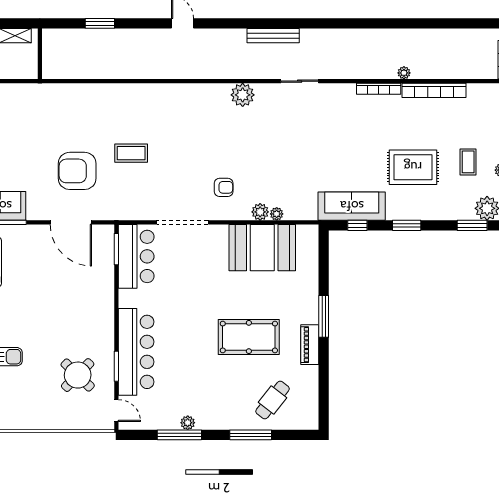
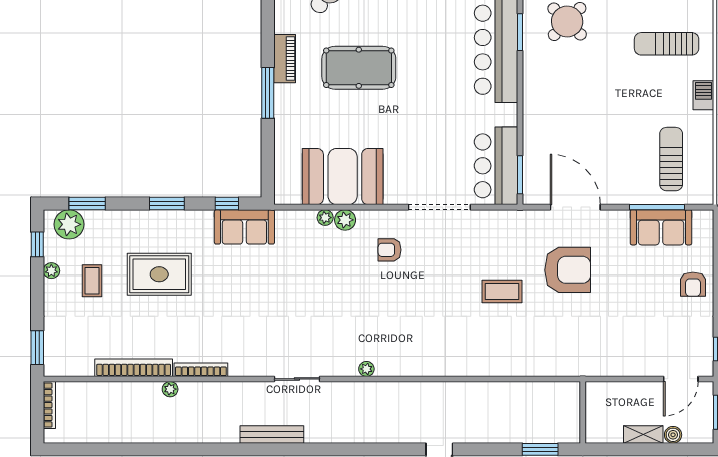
bench: (273, 36) -> (272, 434), moved
wall: (40, 54) -> (583, 412), moved
plant: (243, 95) -> (366, 369), width x0.53, depth x0.53
sofa: (352, 206) -> (244, 227), width x0.73

